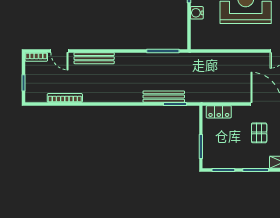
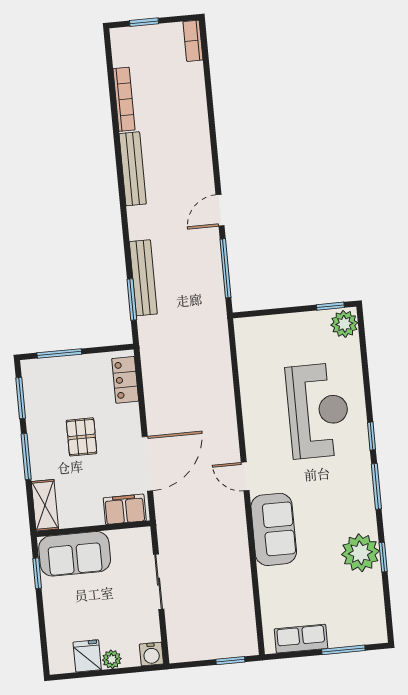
water cooler: (197, 13) -> (300, 323), removed
door: (59, 51) -> (220, 210), moved
bench: (94, 58) -> (133, 169), moved
pallet: (259, 133) -> (82, 437), moved, turned 90

